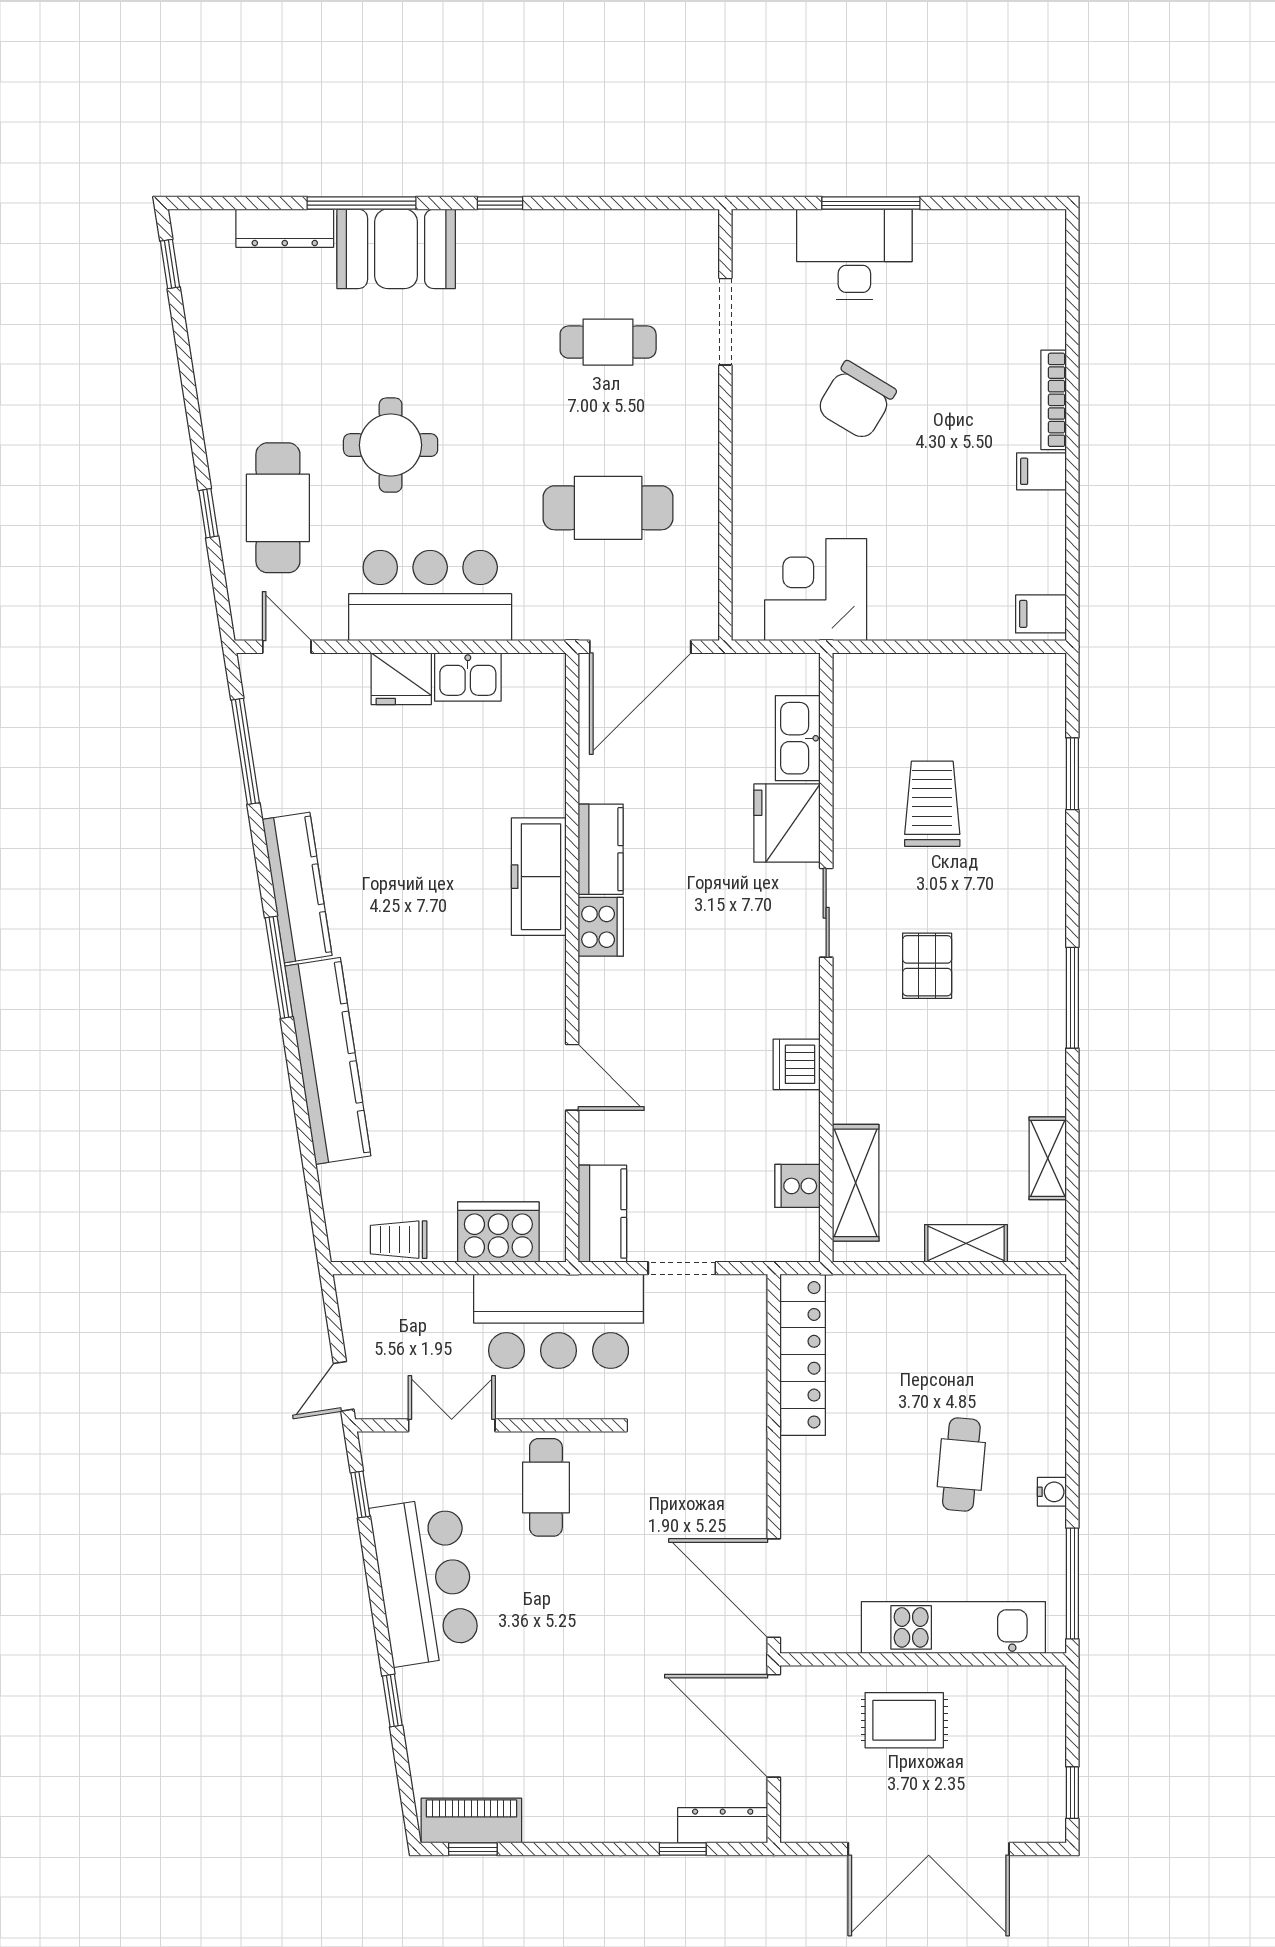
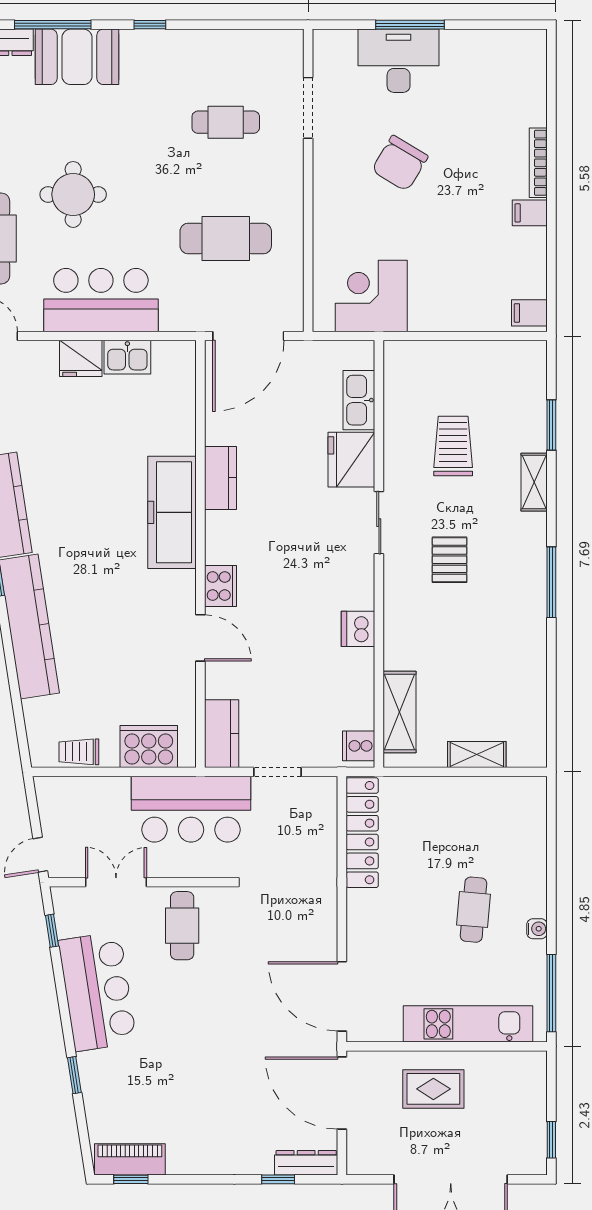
freezer: (539, 877) -> (172, 512), width x1.36, depth x1.26
cooker: (601, 927) -> (221, 586), moved
shelving: (1048, 1158) -> (534, 482), moved
cooker: (797, 1186) -> (359, 746), moved

